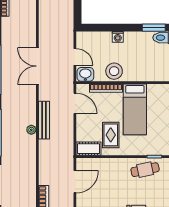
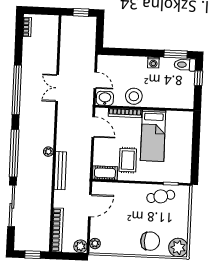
washing machine: (118, 37) -> (153, 63), moved
double door: (37, 66) -> (57, 88), width x0.73
bench: (44, 120) -> (60, 171), moved

